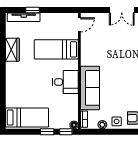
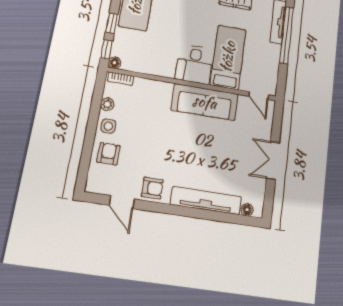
window: (32, 10) -> (287, 35), width x3.17
desk: (65, 82) -> (194, 64), moved
sofa: (90, 88) -> (205, 102), moved

